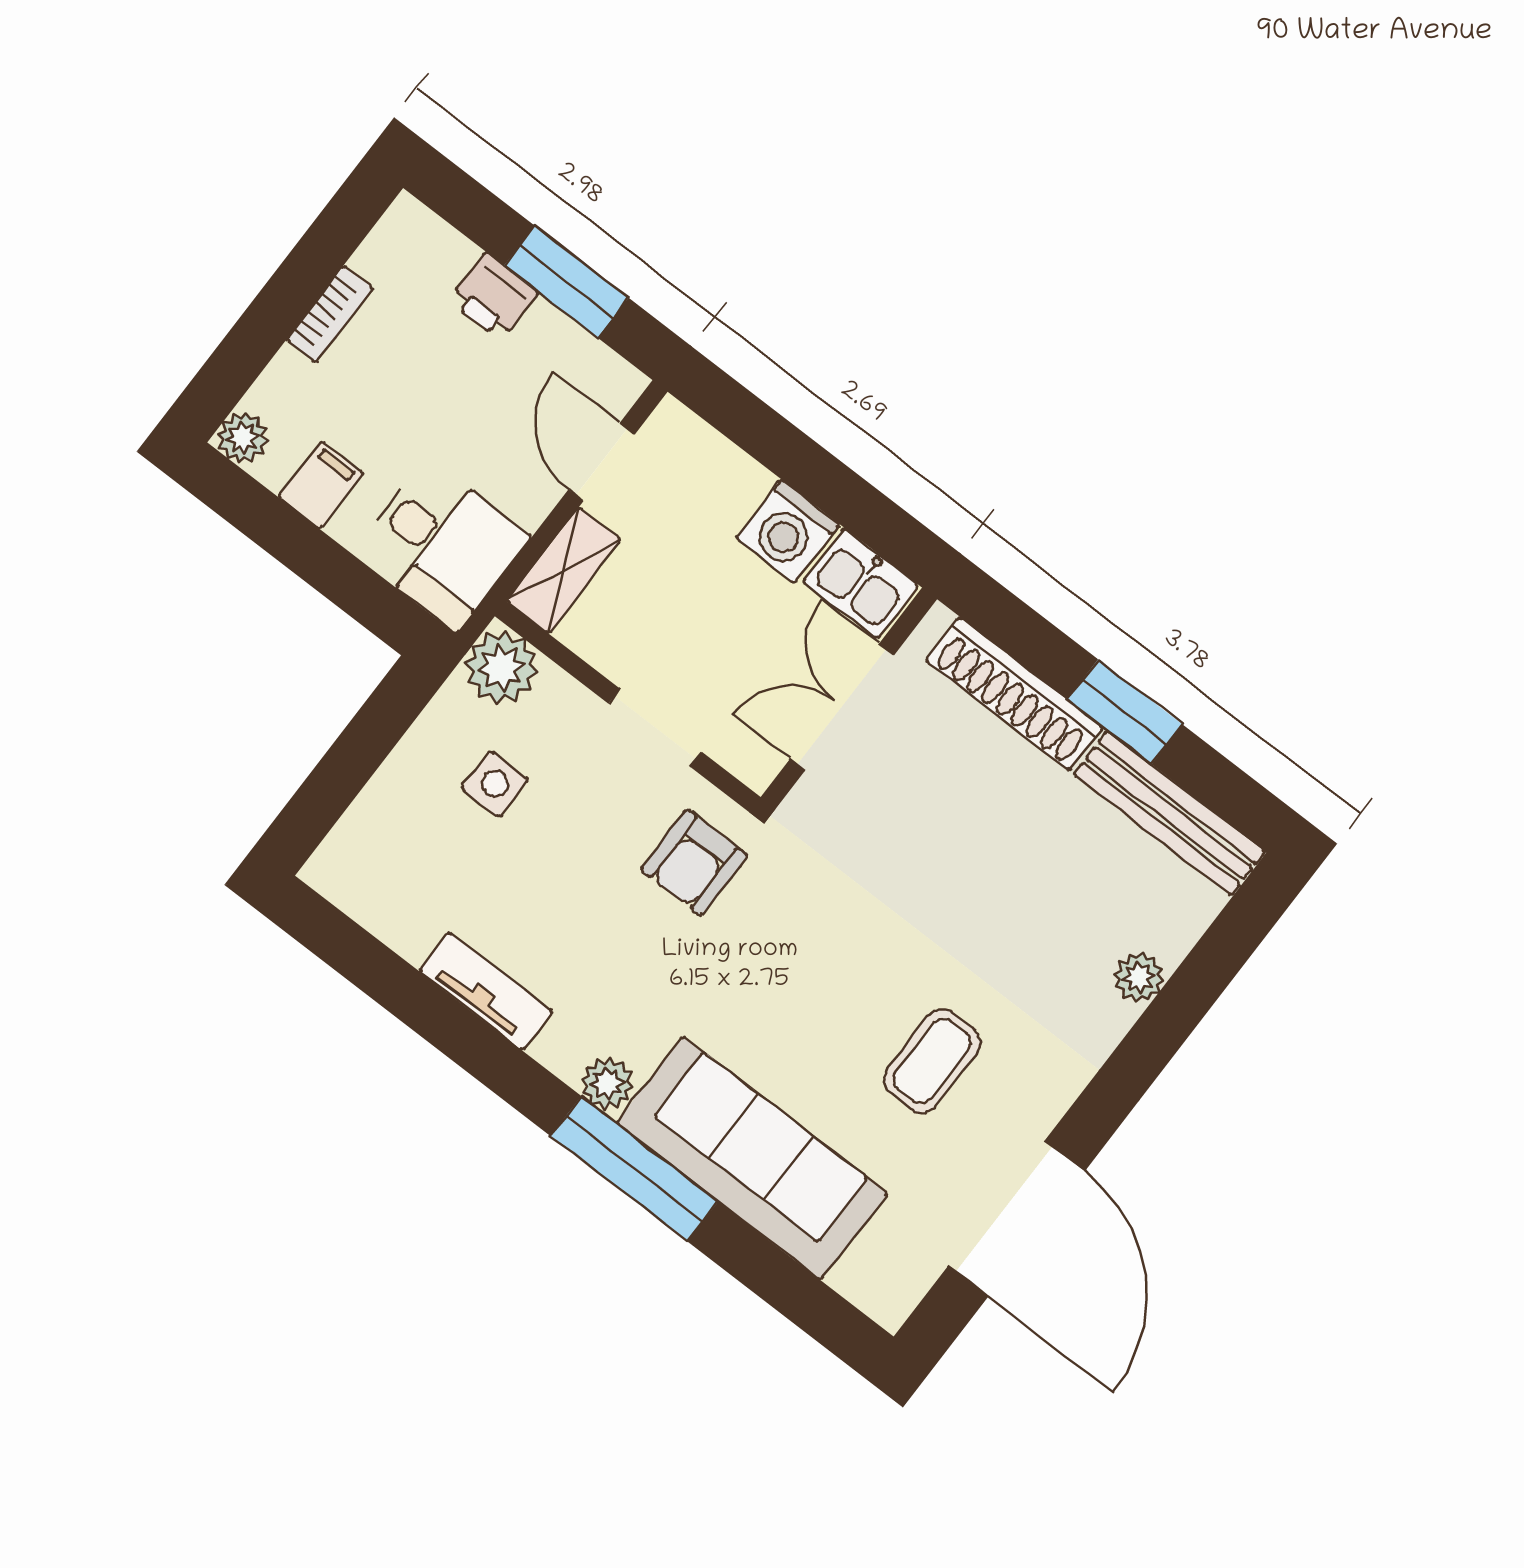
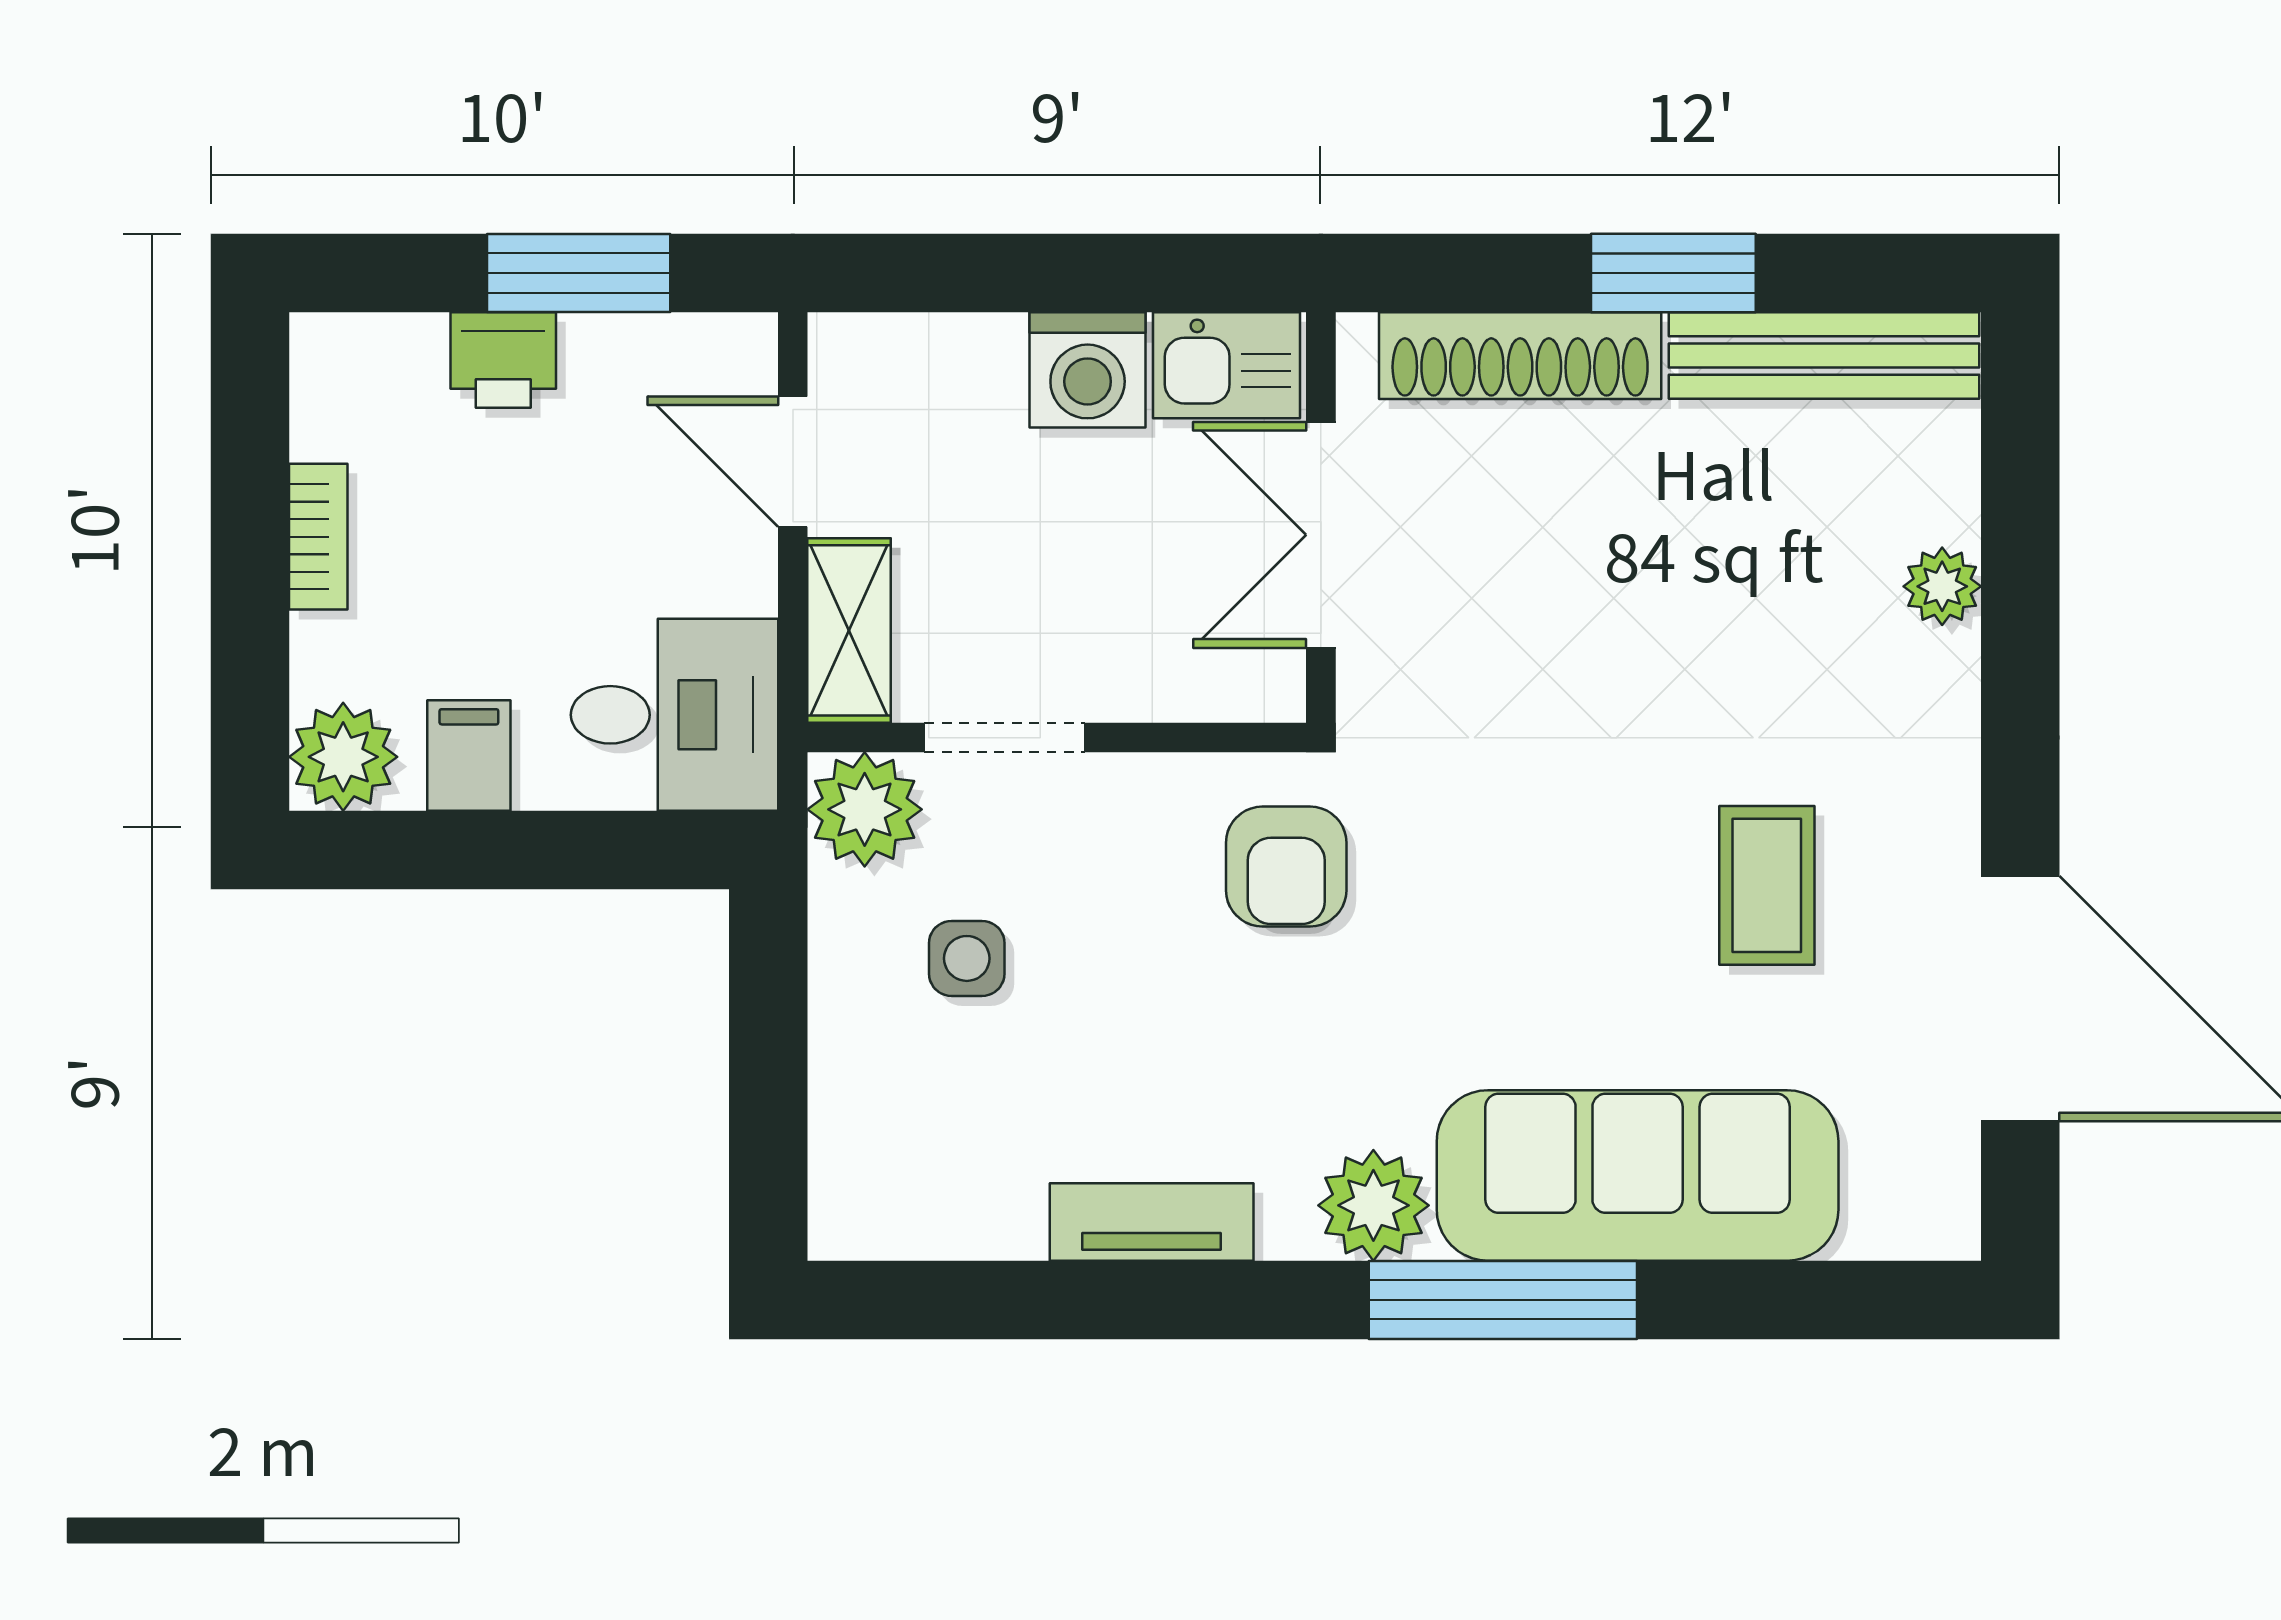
plant: (243, 438) -> (343, 757), width x1.38, depth x1.38
doorway: (655, 728) -> (1005, 738), moved
plant: (607, 1083) -> (1373, 1205), width x1.38, depth x1.38

